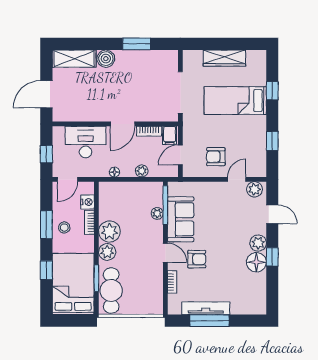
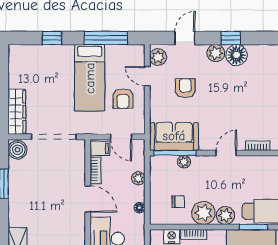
wardrobe: (224, 58) -> (17, 112), moved
boiler: (106, 59) -> (17, 150), moved
bed: (235, 101) -> (90, 78), moved
window: (272, 141) -> (106, 38), width x2.17
chair: (120, 208) -> (178, 202), added
sofa: (181, 219) -> (174, 136), moved
armchair: (197, 259) -> (185, 88), moved

